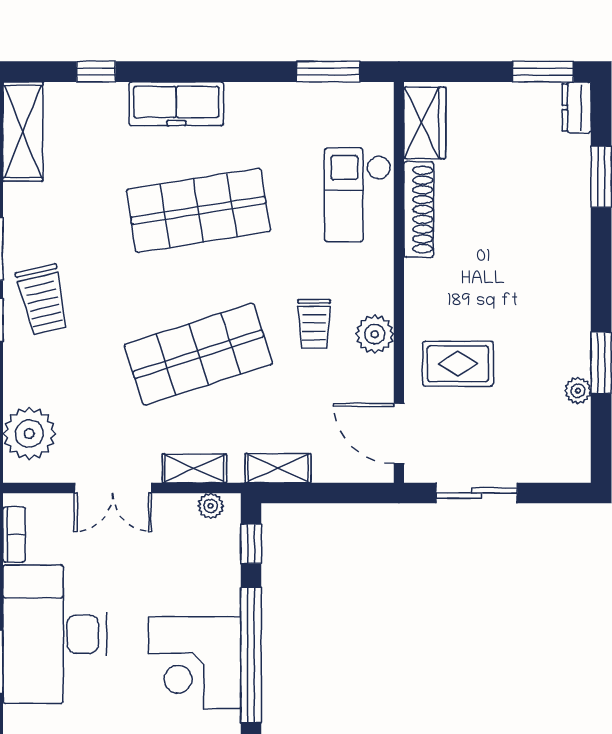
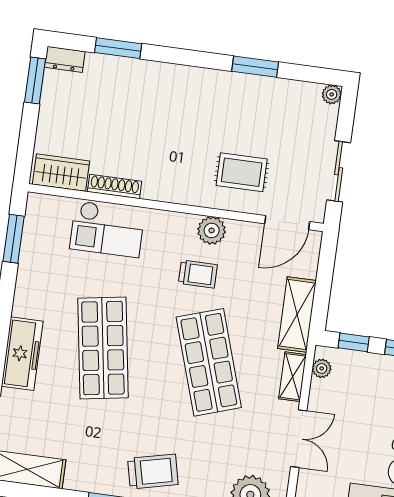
shoe rack: (419, 209) -> (115, 186), width x0.74, depth x0.81
rug: (458, 364) -> (242, 172), turned 90
plant: (578, 391) -> (332, 94), moved
shelving: (278, 468) -> (297, 315), width x1.50, depth x1.33

